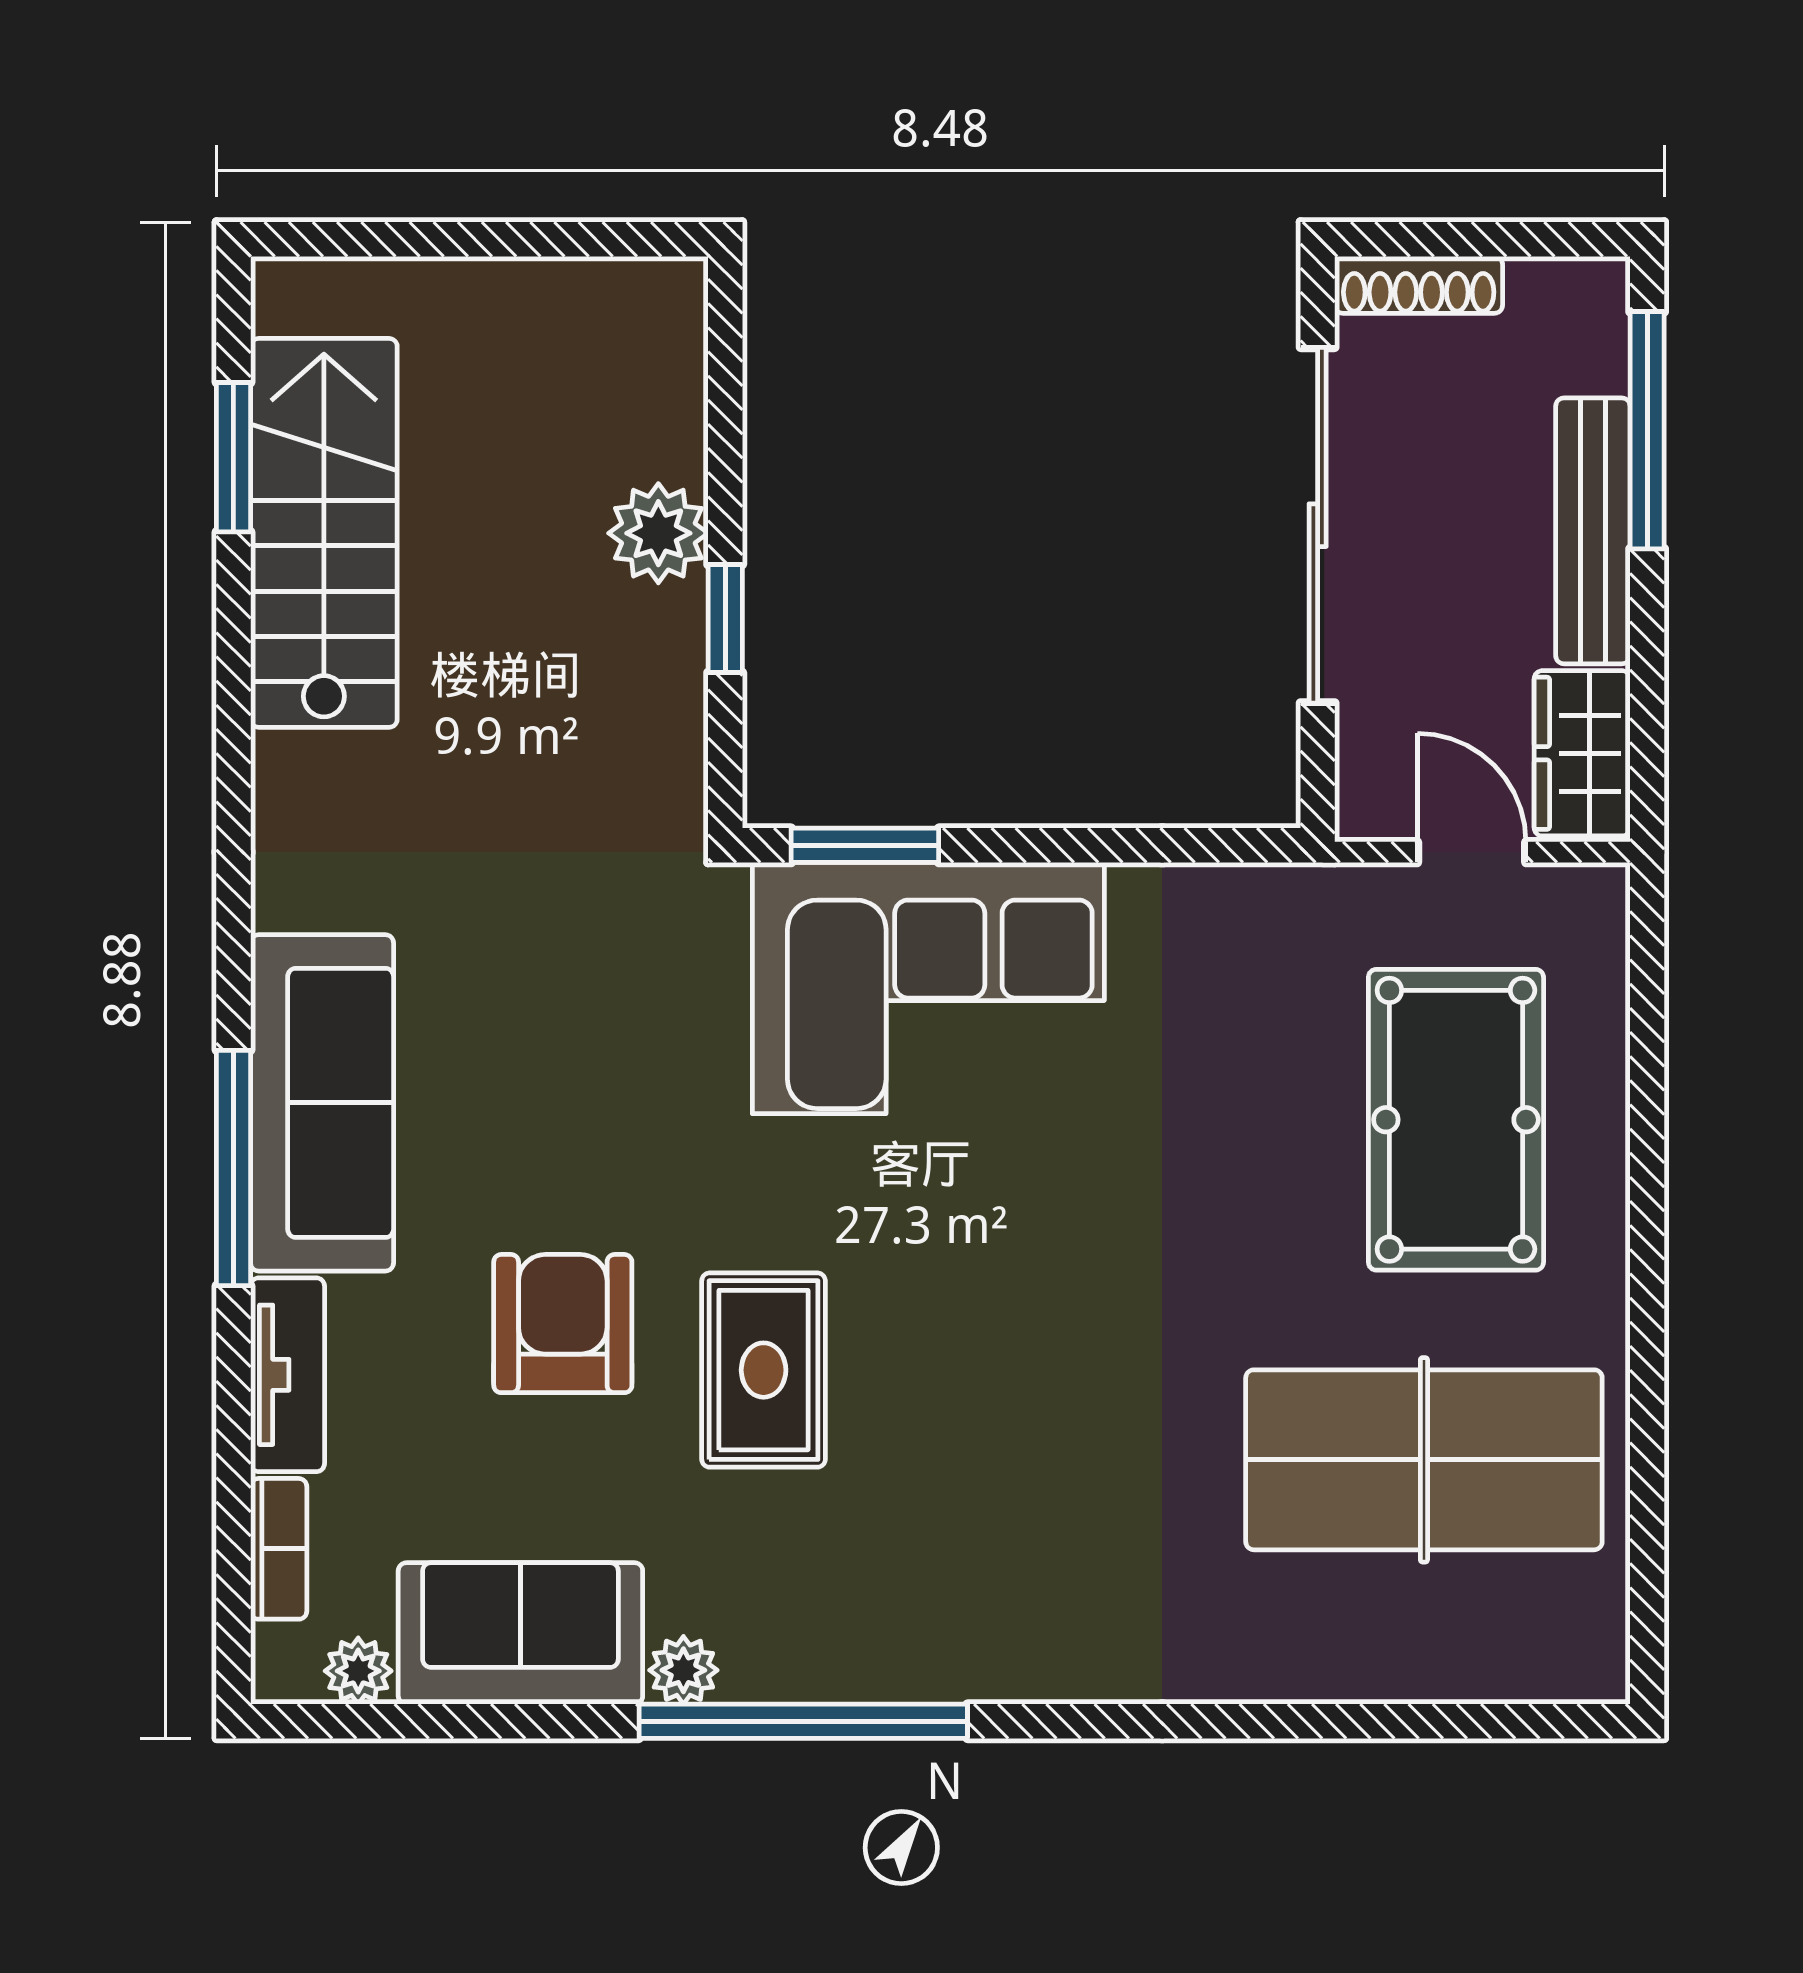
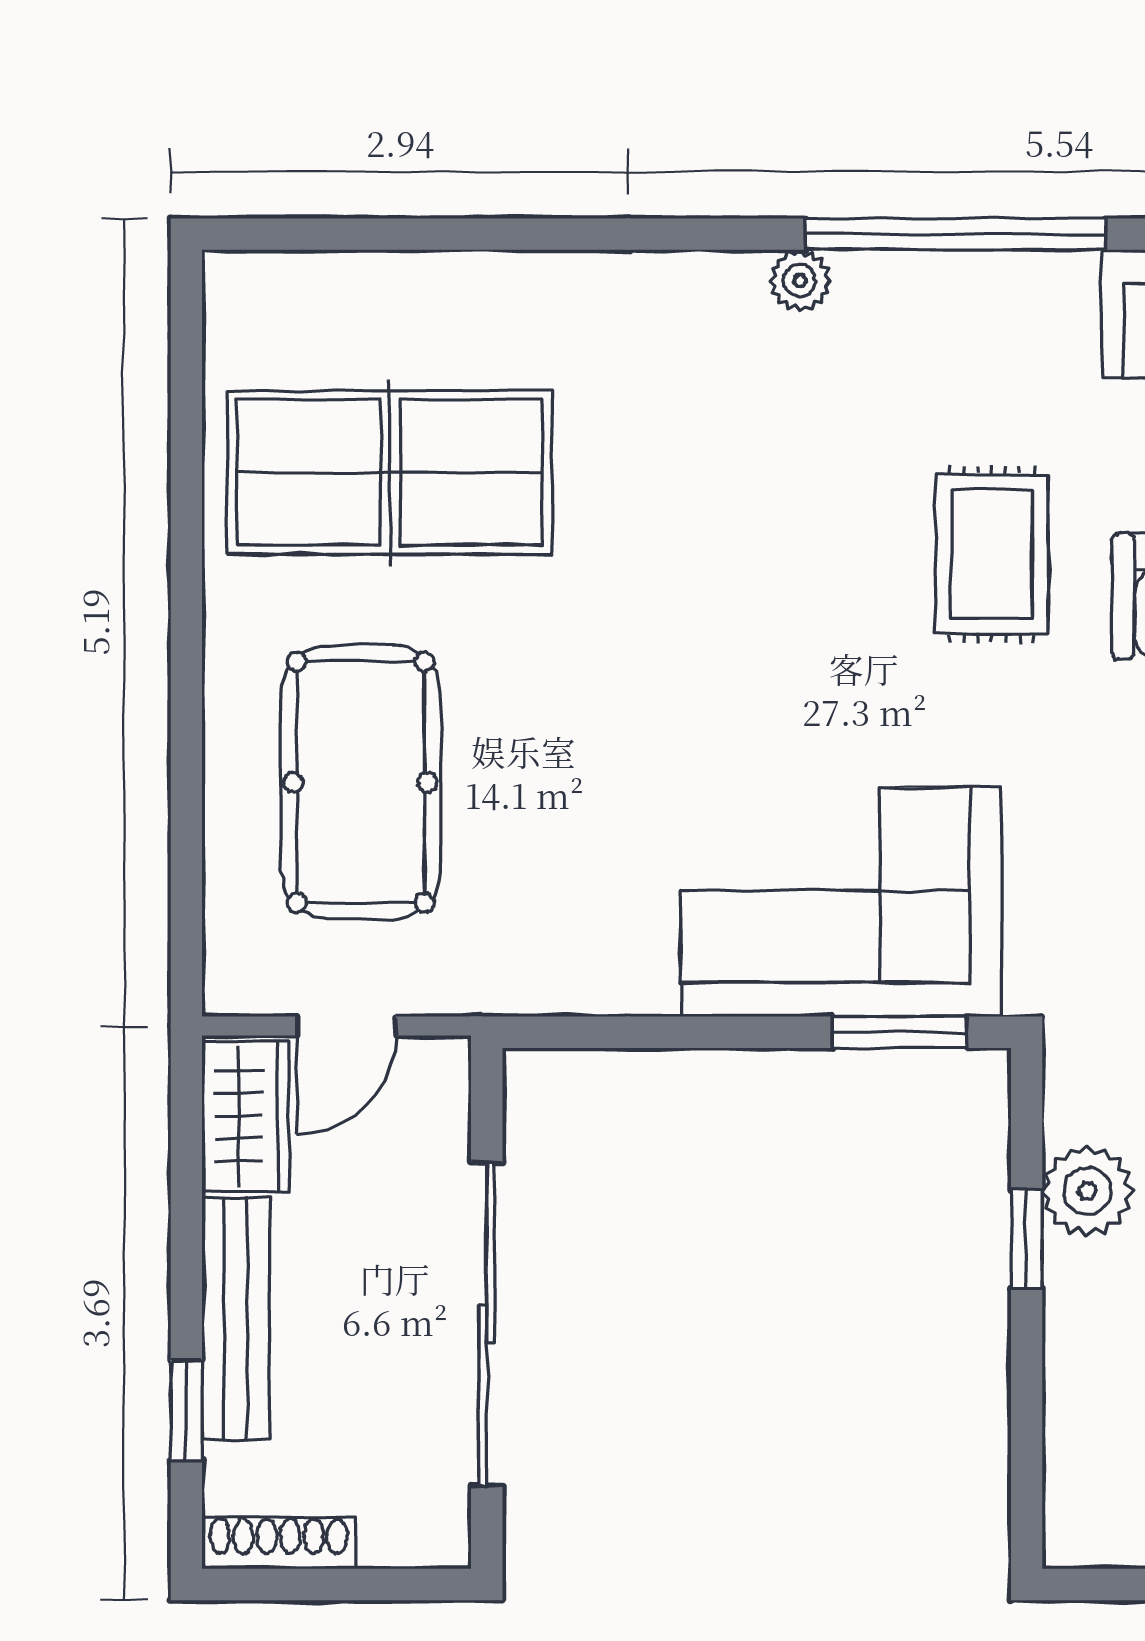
shoe rack: (1419, 285) -> (278, 1543), moved
window: (1647, 430) -> (186, 1410), width x0.46
plant: (658, 533) -> (1088, 1191), moved
door: (1472, 852) -> (346, 1026), hinge flipped
plant: (683, 1670) -> (800, 281), moved

